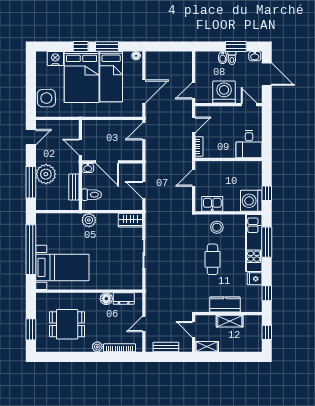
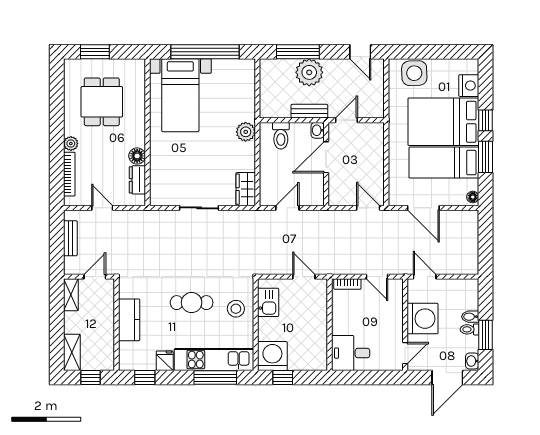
bench: (74, 187) -> (309, 111), moved
shelving: (230, 321) -> (72, 352), moved

